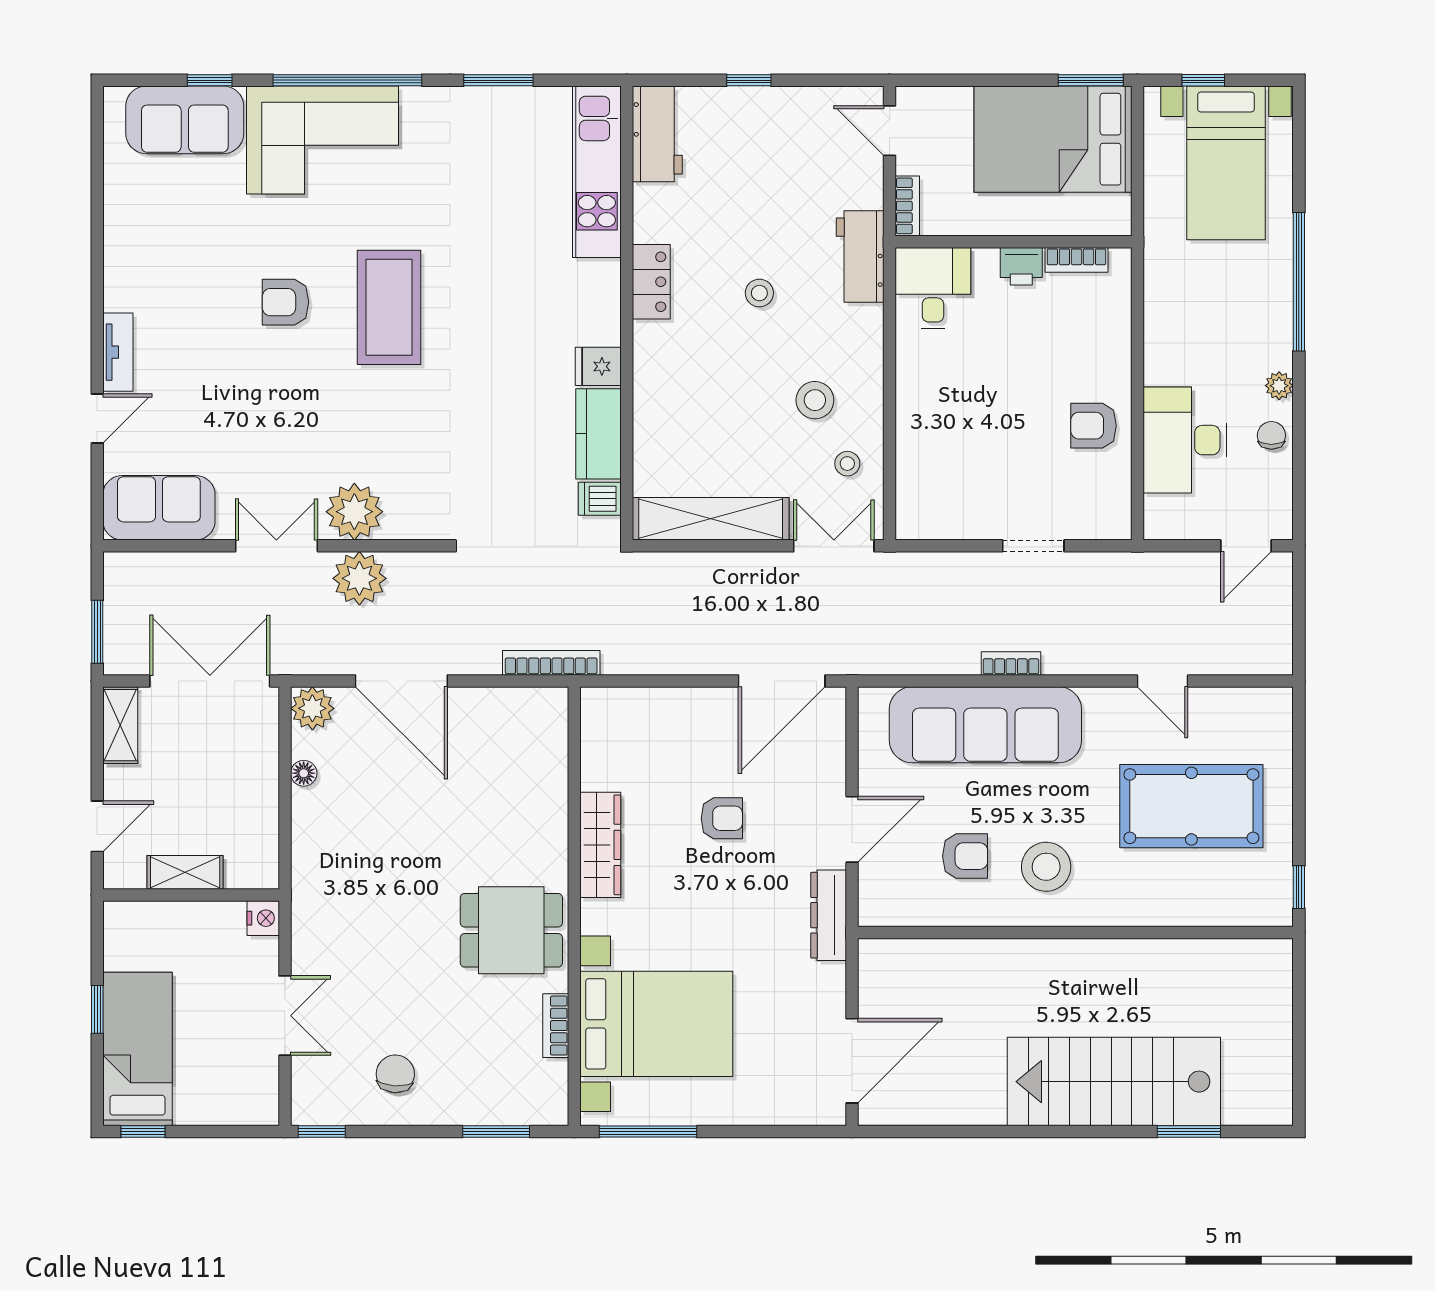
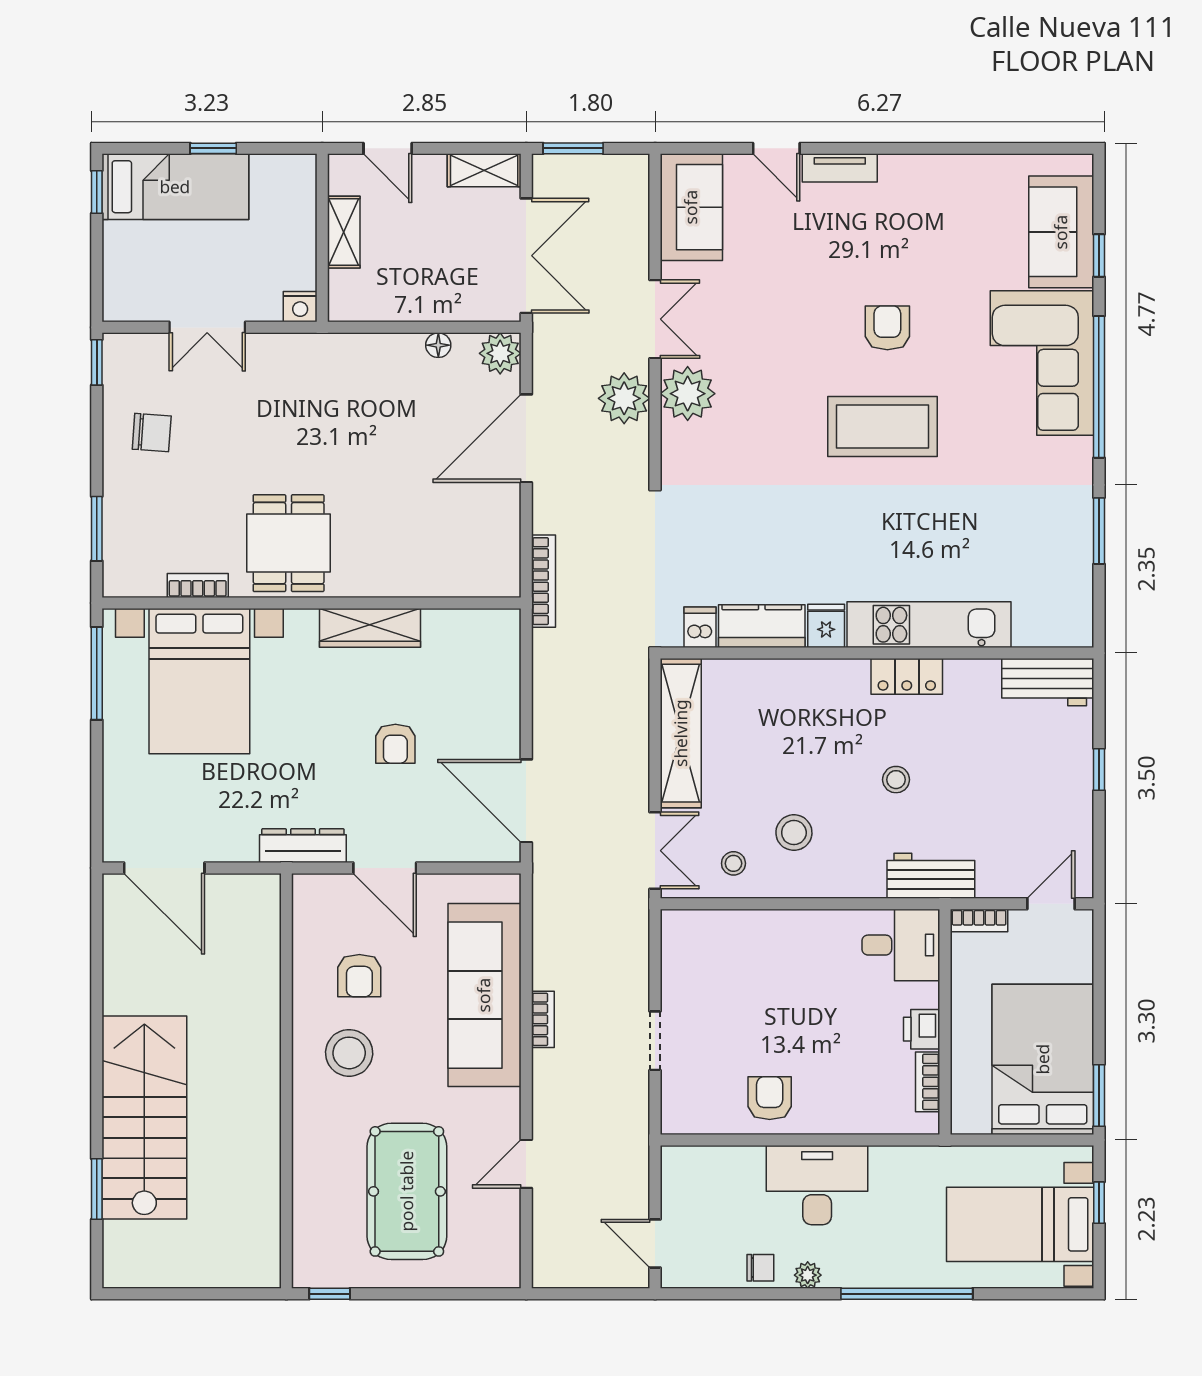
kitchen unit: (597, 172) -> (929, 625), moved
desk: (1185, 440) -> (817, 1185), moved

